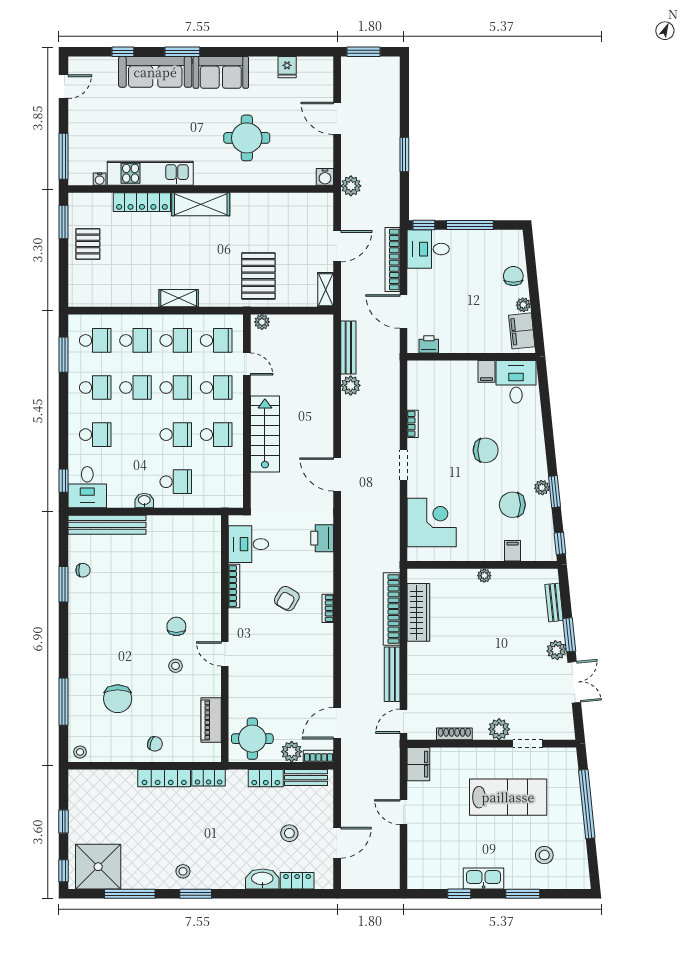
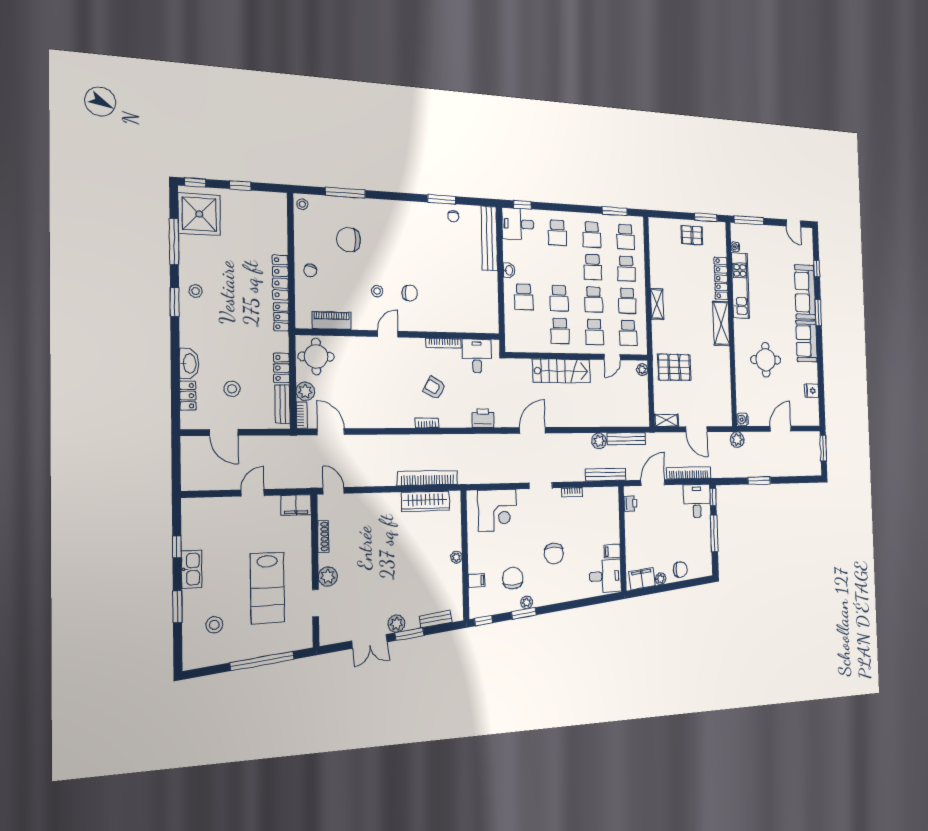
bench: (392, 674) -> (606, 475), moved

